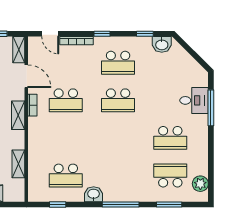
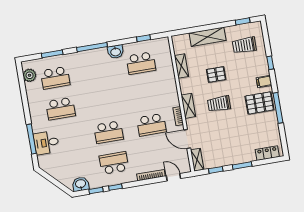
window: (102, 34) -> (115, 187), moved
school desk: (66, 100) -> (151, 125), turned 180
school desk: (118, 100) -> (109, 132), turned 180
school desk: (170, 138) -> (61, 109), turned 180
school desk: (66, 176) -> (141, 63), turned 180

